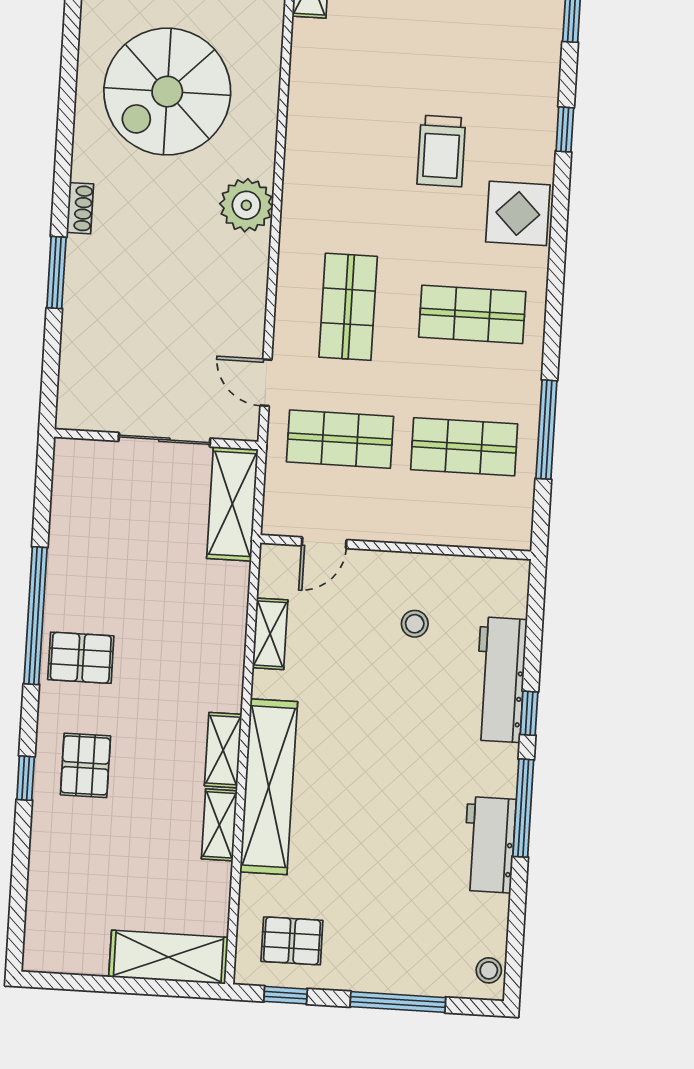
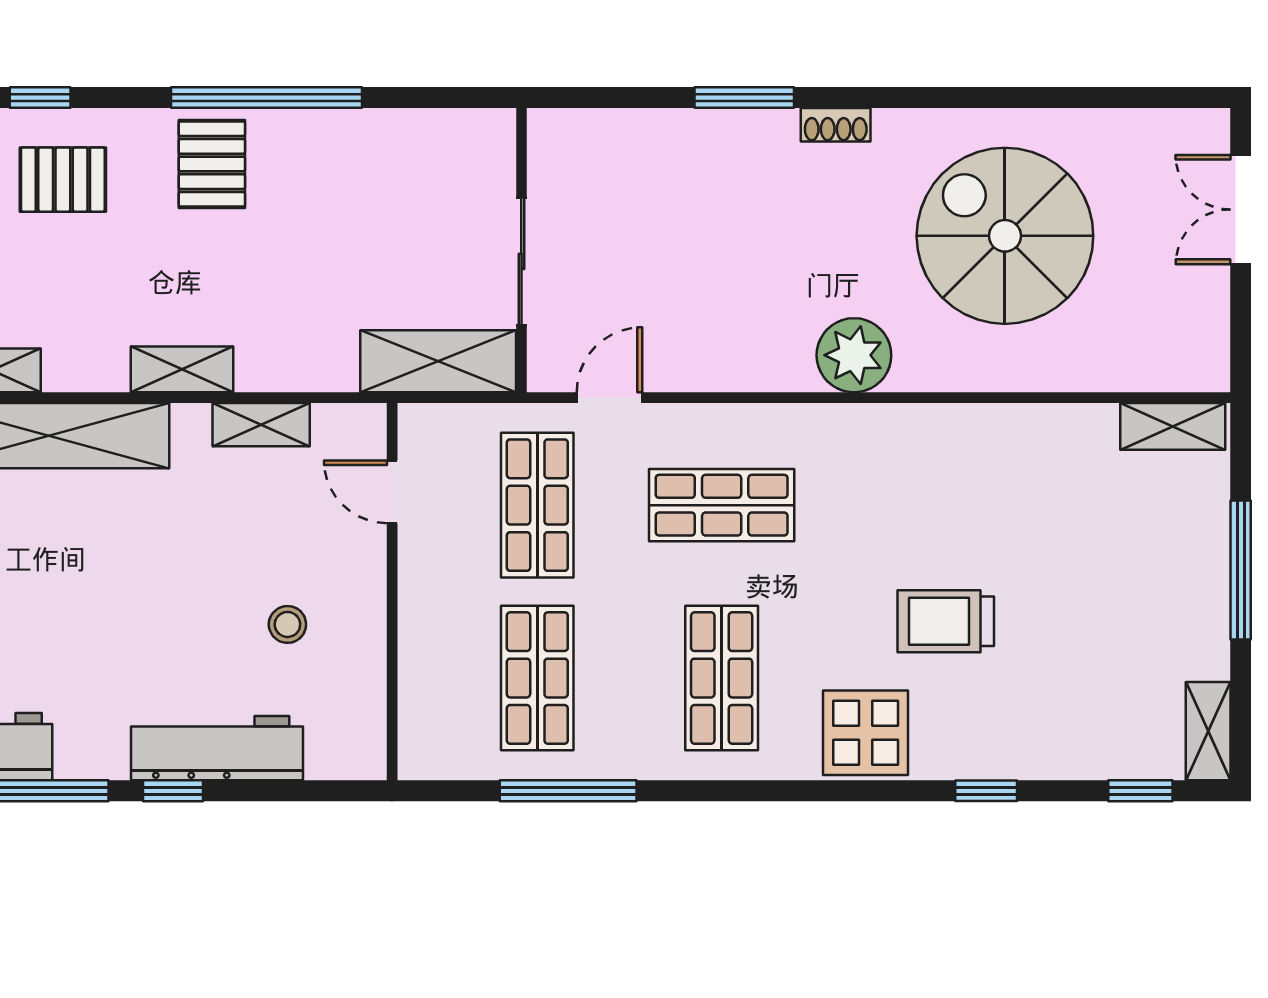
shelving: (223, 750) -> (182, 369), moved

